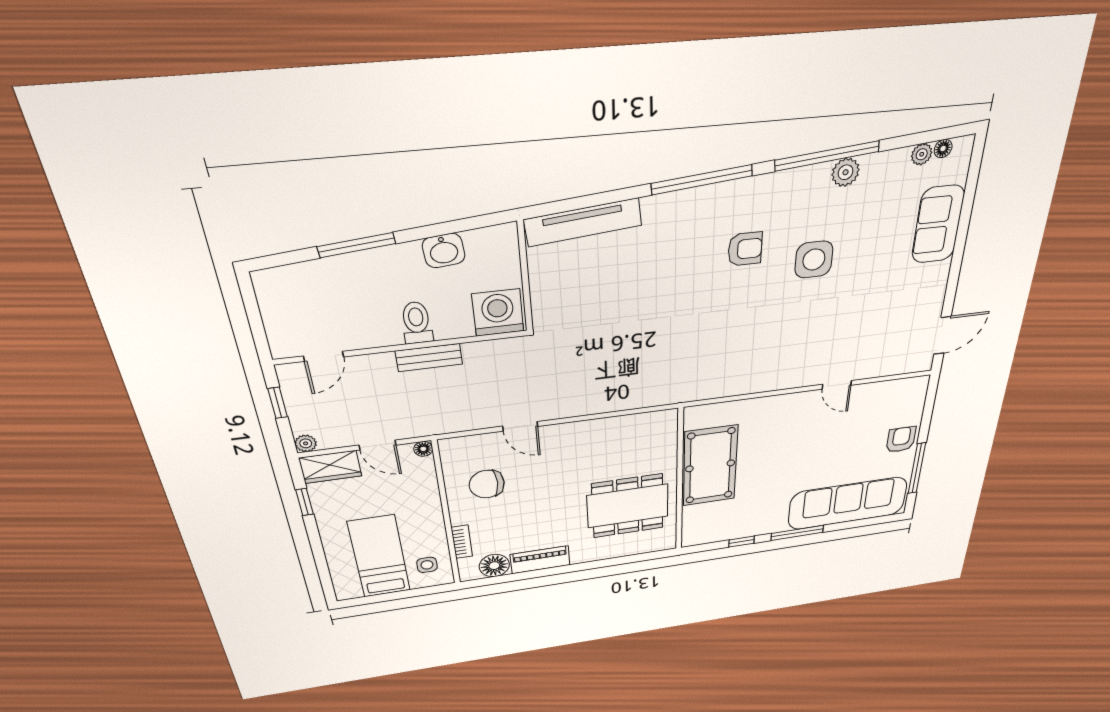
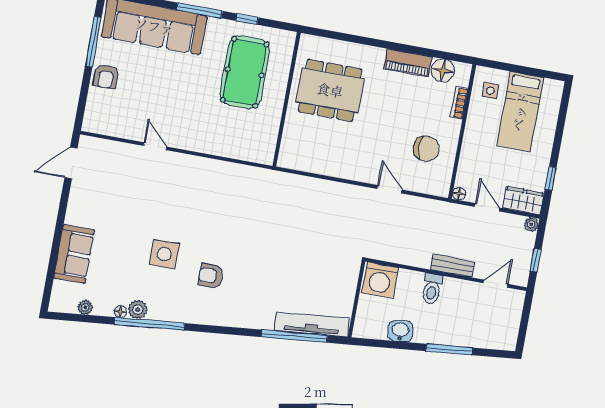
floor lamp: (943, 148) -> (120, 312), moved
window: (702, 180) -> (294, 336), moved
bench: (429, 358) -> (452, 266), moved
pool table: (710, 466) -> (245, 72), moved

